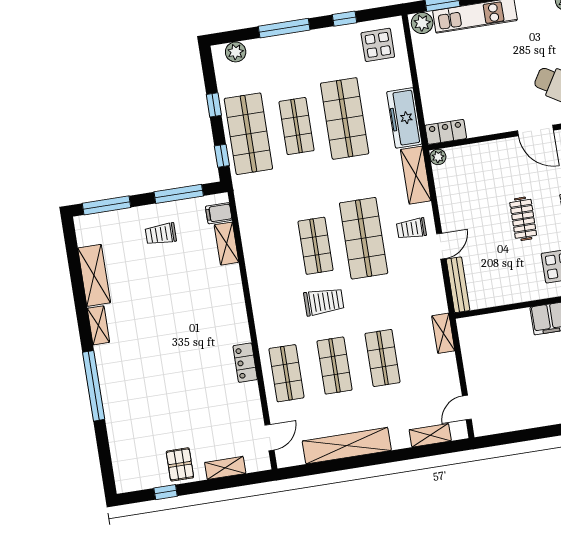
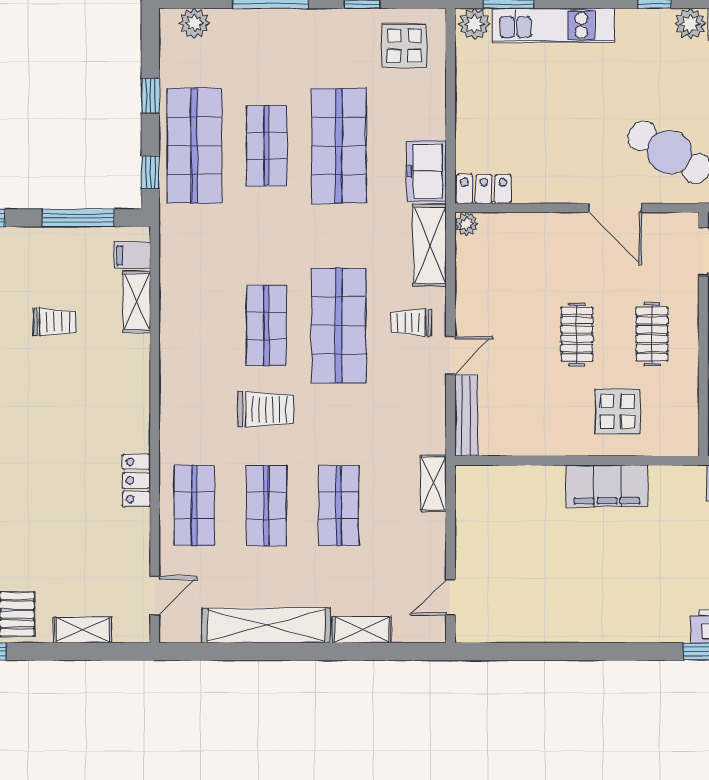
freezer: (404, 118) -> (426, 171), width x0.71
trolley: (161, 234) -> (55, 322), moved, turned 180
shelving: (430, 435) -> (362, 630), moved

